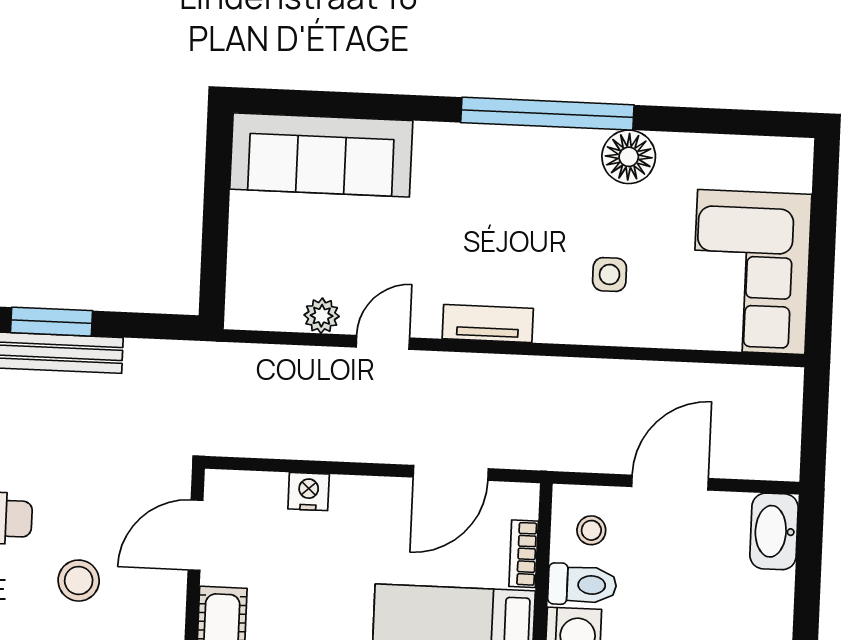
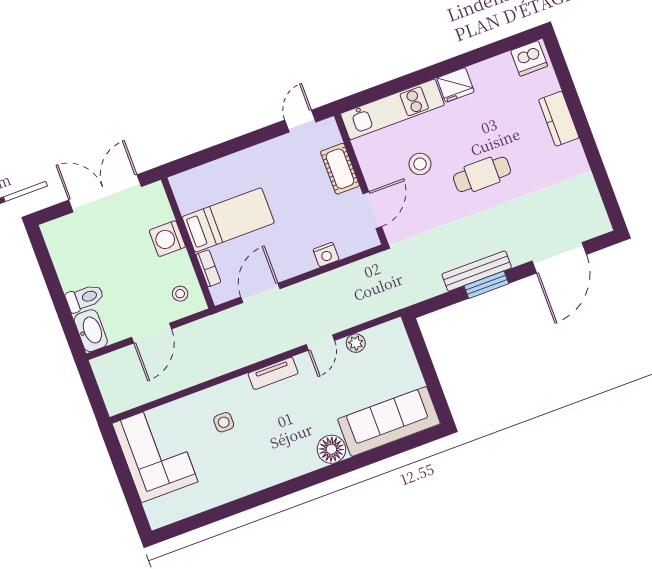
window: (547, 114) -> (287, 488), removed
floor lamp: (629, 157) -> (331, 449), moved
toilet: (582, 585) -> (85, 298), moved, turned 180

